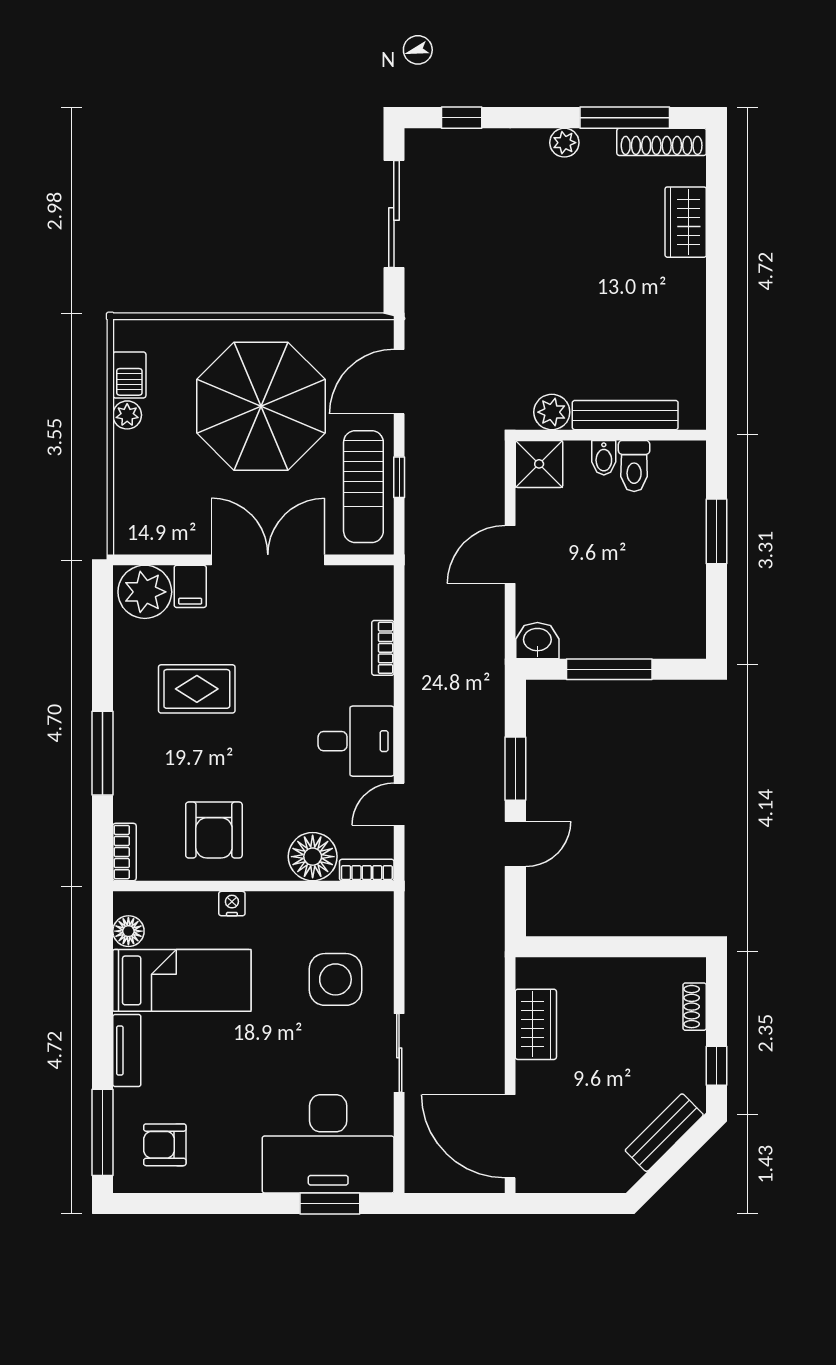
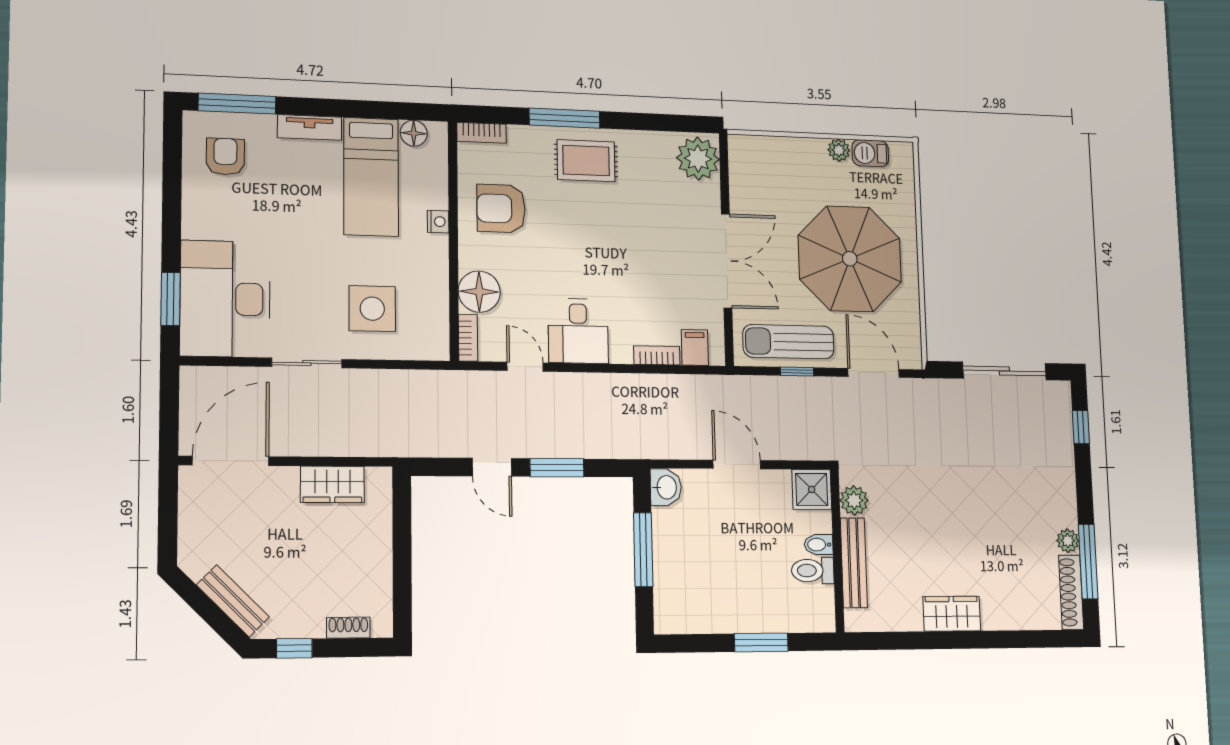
plant: (564, 143) -> (1068, 541), moved
wardrobe: (686, 222) -> (952, 614), moved
filing cabinet: (190, 586) -> (695, 348), moved, turned 90
rug: (197, 689) -> (586, 161), moved, turned 90

